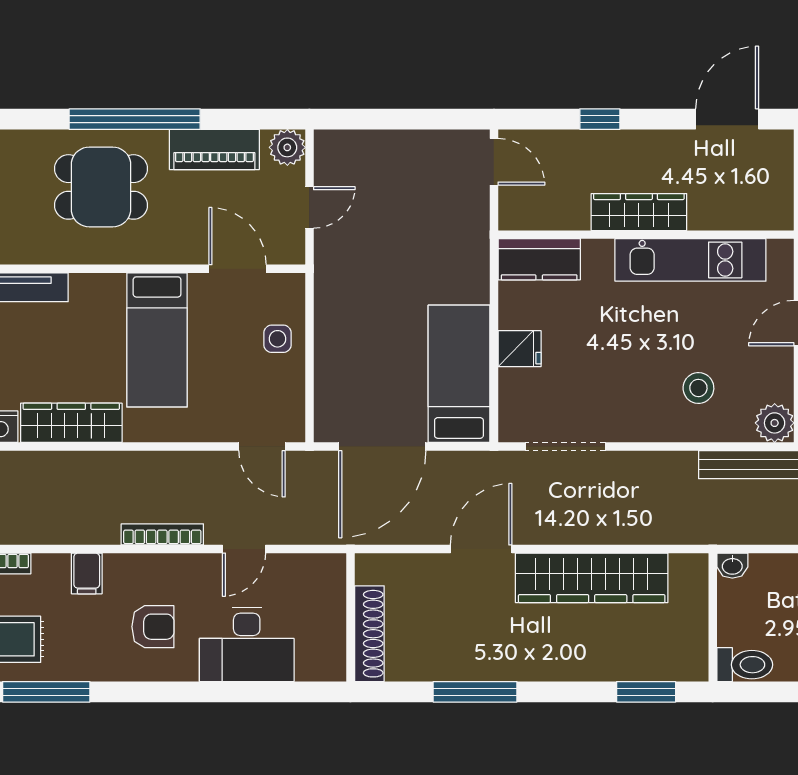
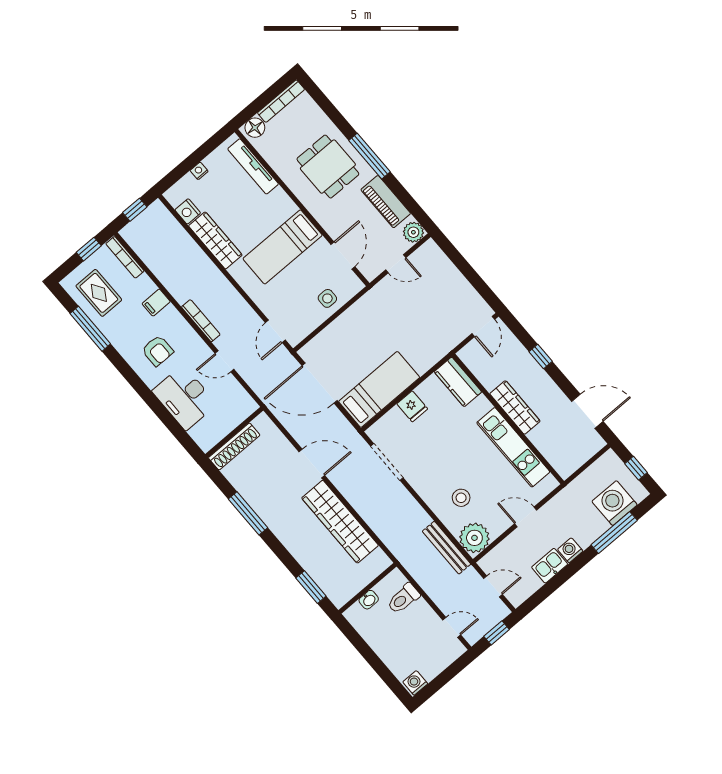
window: (135, 119) -> (369, 156), width x0.68
plant: (775, 423) -> (474, 538), width x1.36, depth x1.36
washbasin: (732, 566) -> (369, 600), moved, turned -90
toilet: (745, 665) -> (403, 599), moved, turned 90

